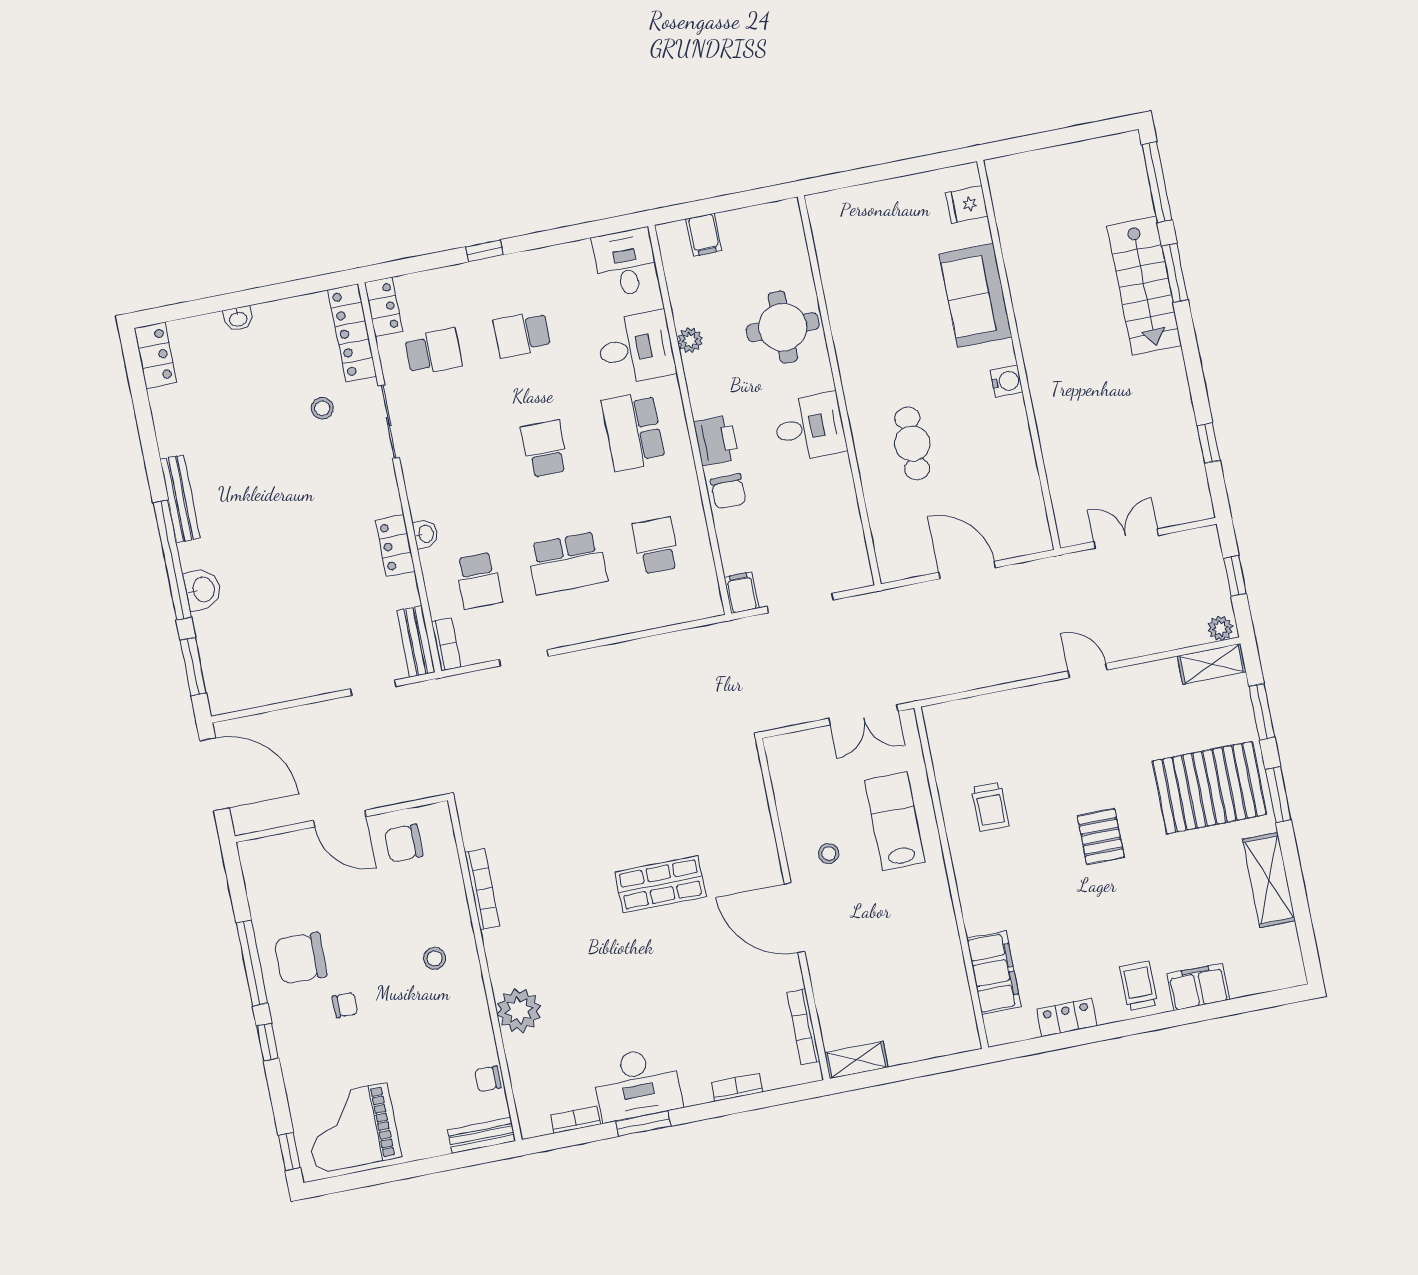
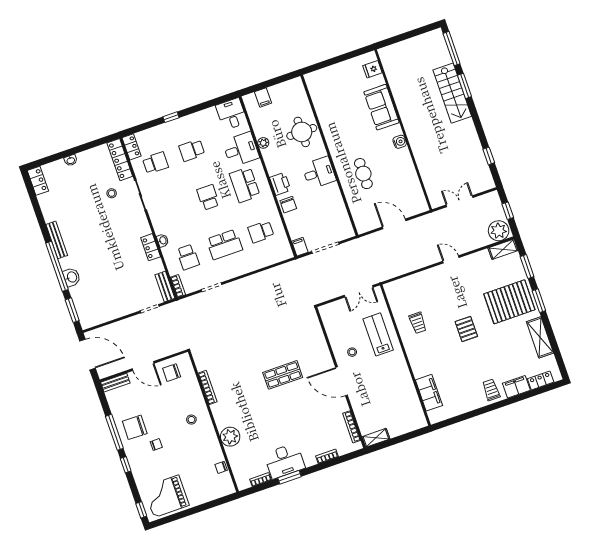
school desk: (656, 545) -> (261, 232), turned -90
plant: (1220, 628) -> (499, 231), width x1.88, depth x1.88
locker: (1067, 1018) -> (541, 380), moved
bench: (482, 1135) -> (115, 383), moved

